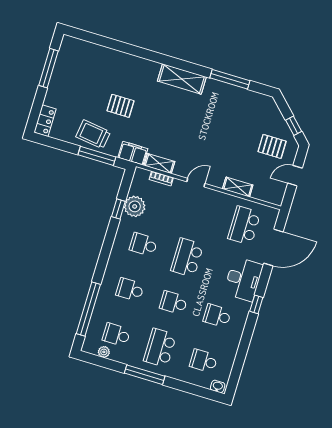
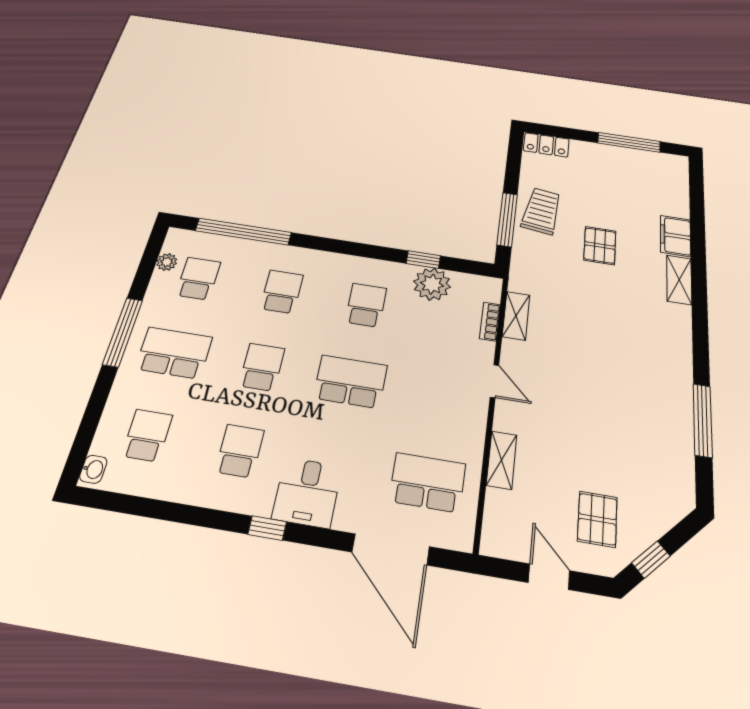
shelving: (182, 79) -> (679, 280), moved, width x0.67, depth x0.75
filing cabinet: (133, 153) -> (675, 236), moved, turned 180
desk: (243, 279) -> (307, 492), width x0.73

